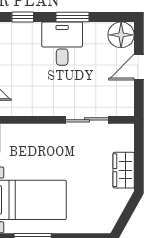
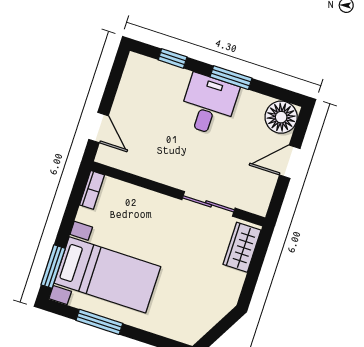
wardrobe: (124, 170) -> (242, 247), moved

